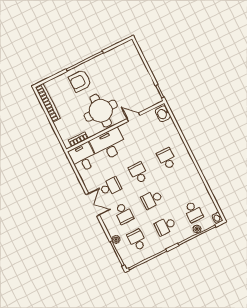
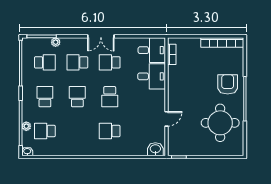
round table: (101, 111) -> (220, 123), moved
desk: (109, 145) -> (152, 76), width x0.73
school desk: (167, 159) -> (110, 131), turned 180
school desk: (139, 173) -> (110, 97), turned 90
school desk: (110, 187) -> (110, 62), turned 90

